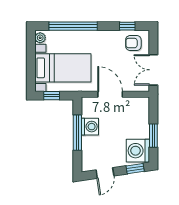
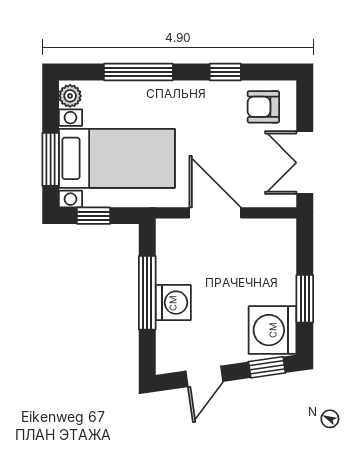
window: (73, 26) -> (138, 72), width x0.68
window: (127, 26) -> (225, 72), moved
window: (31, 68) -> (51, 159), added
washing machine: (90, 127) -> (173, 303), moved

